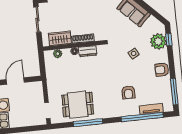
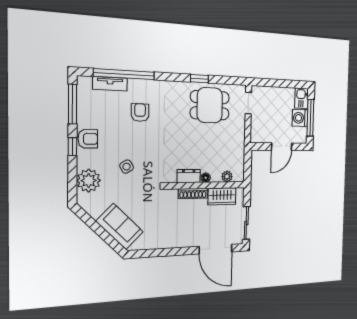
window: (169, 40) -> (72, 147), moved
window: (88, 123) -> (199, 79), width x0.46

